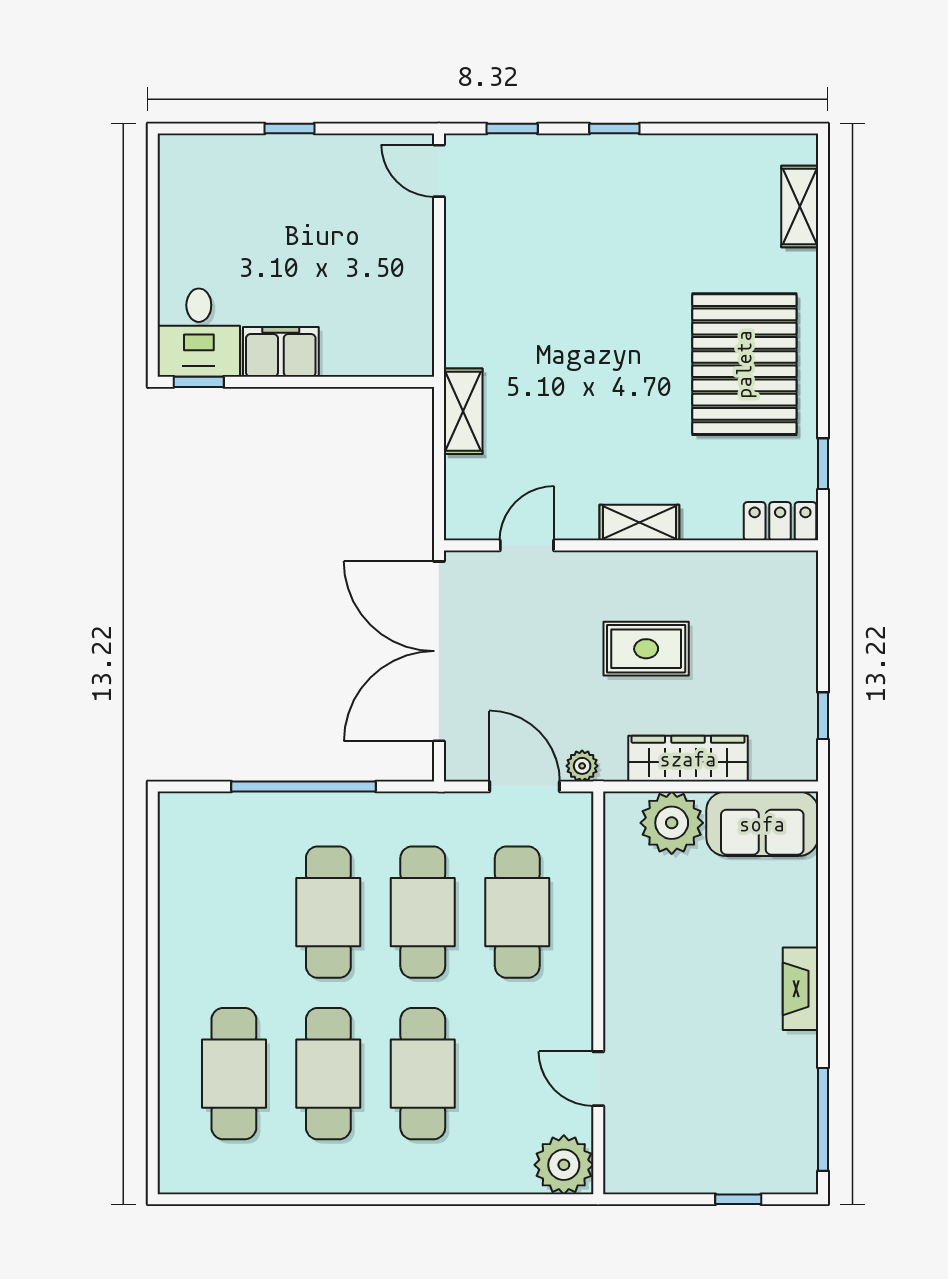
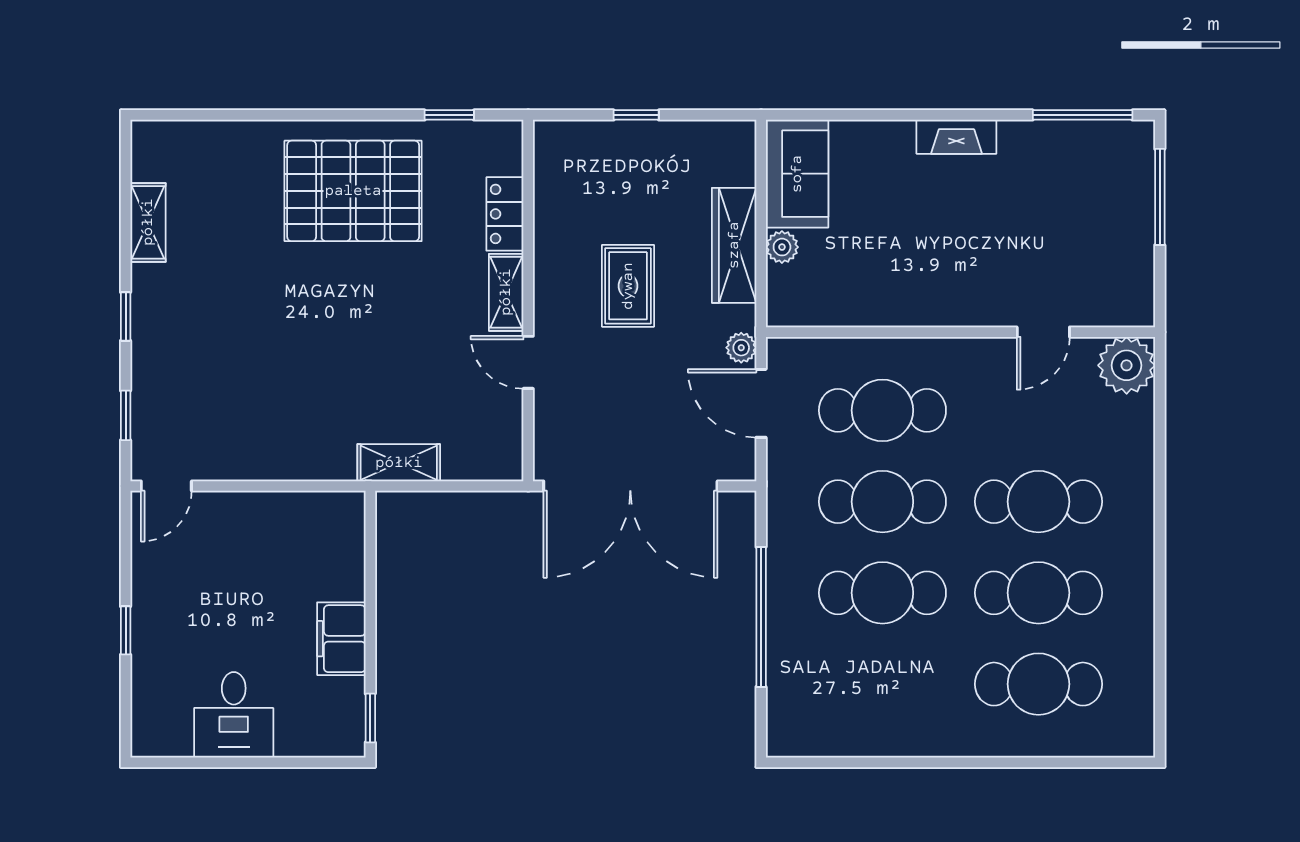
shelving: (800, 207) -> (148, 222), moved, turned 90
desk: (199, 333) -> (234, 715), moved, turned 90
locker: (780, 521) -> (505, 214), moved
door: (527, 545) -> (528, 362), moved
window: (823, 716) -> (636, 115), moved
door: (525, 786) -> (761, 403), hinge flipped
plant: (672, 823) -> (782, 247), width x0.53, depth x0.53
window: (738, 1199) -> (1160, 197), width x2.17

